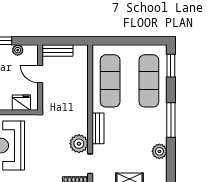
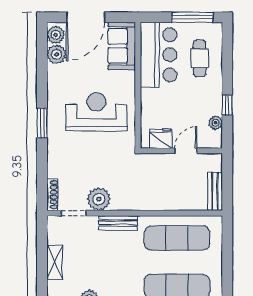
bench: (57, 51) -> (215, 192), moved
fridge: (21, 103) -> (161, 139), moved, turned -90

